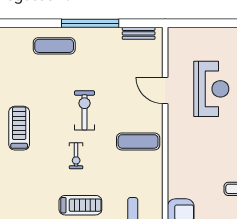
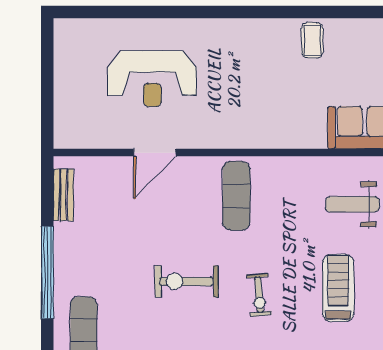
reception desk: (211, 89) -> (152, 79), turned 180
exercise bike: (76, 156) -> (259, 295), turned 85

